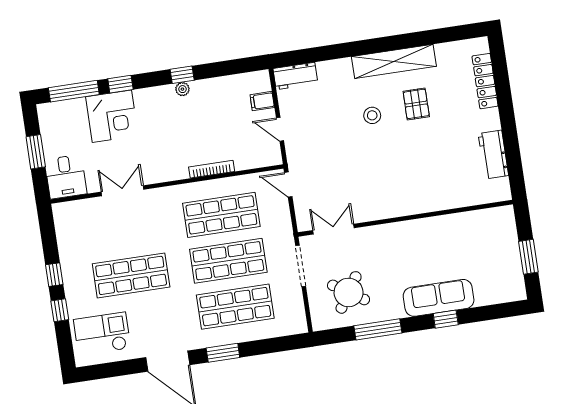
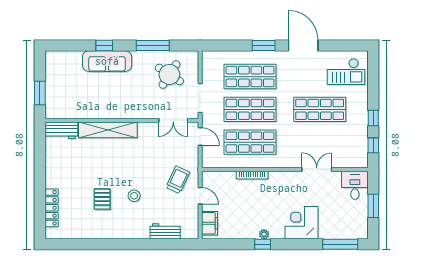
shelving: (394, 61) -> (108, 130), moved
workbench: (295, 76) -> (165, 231), moved
window: (120, 84) -> (307, 244), removed
filing cabinet: (262, 101) -> (210, 223), width x2.00
corner desk: (112, 116) -> (301, 223), moved
trolley: (314, 147) -> (178, 180), added
workbench: (493, 155) -> (61, 130), moved, turned 90
door: (288, 185) -> (200, 137), moved
double door: (122, 191) -> (317, 169), swing flipped
window: (528, 257) -> (40, 93), moved
window: (60, 310) -> (373, 145), moved

